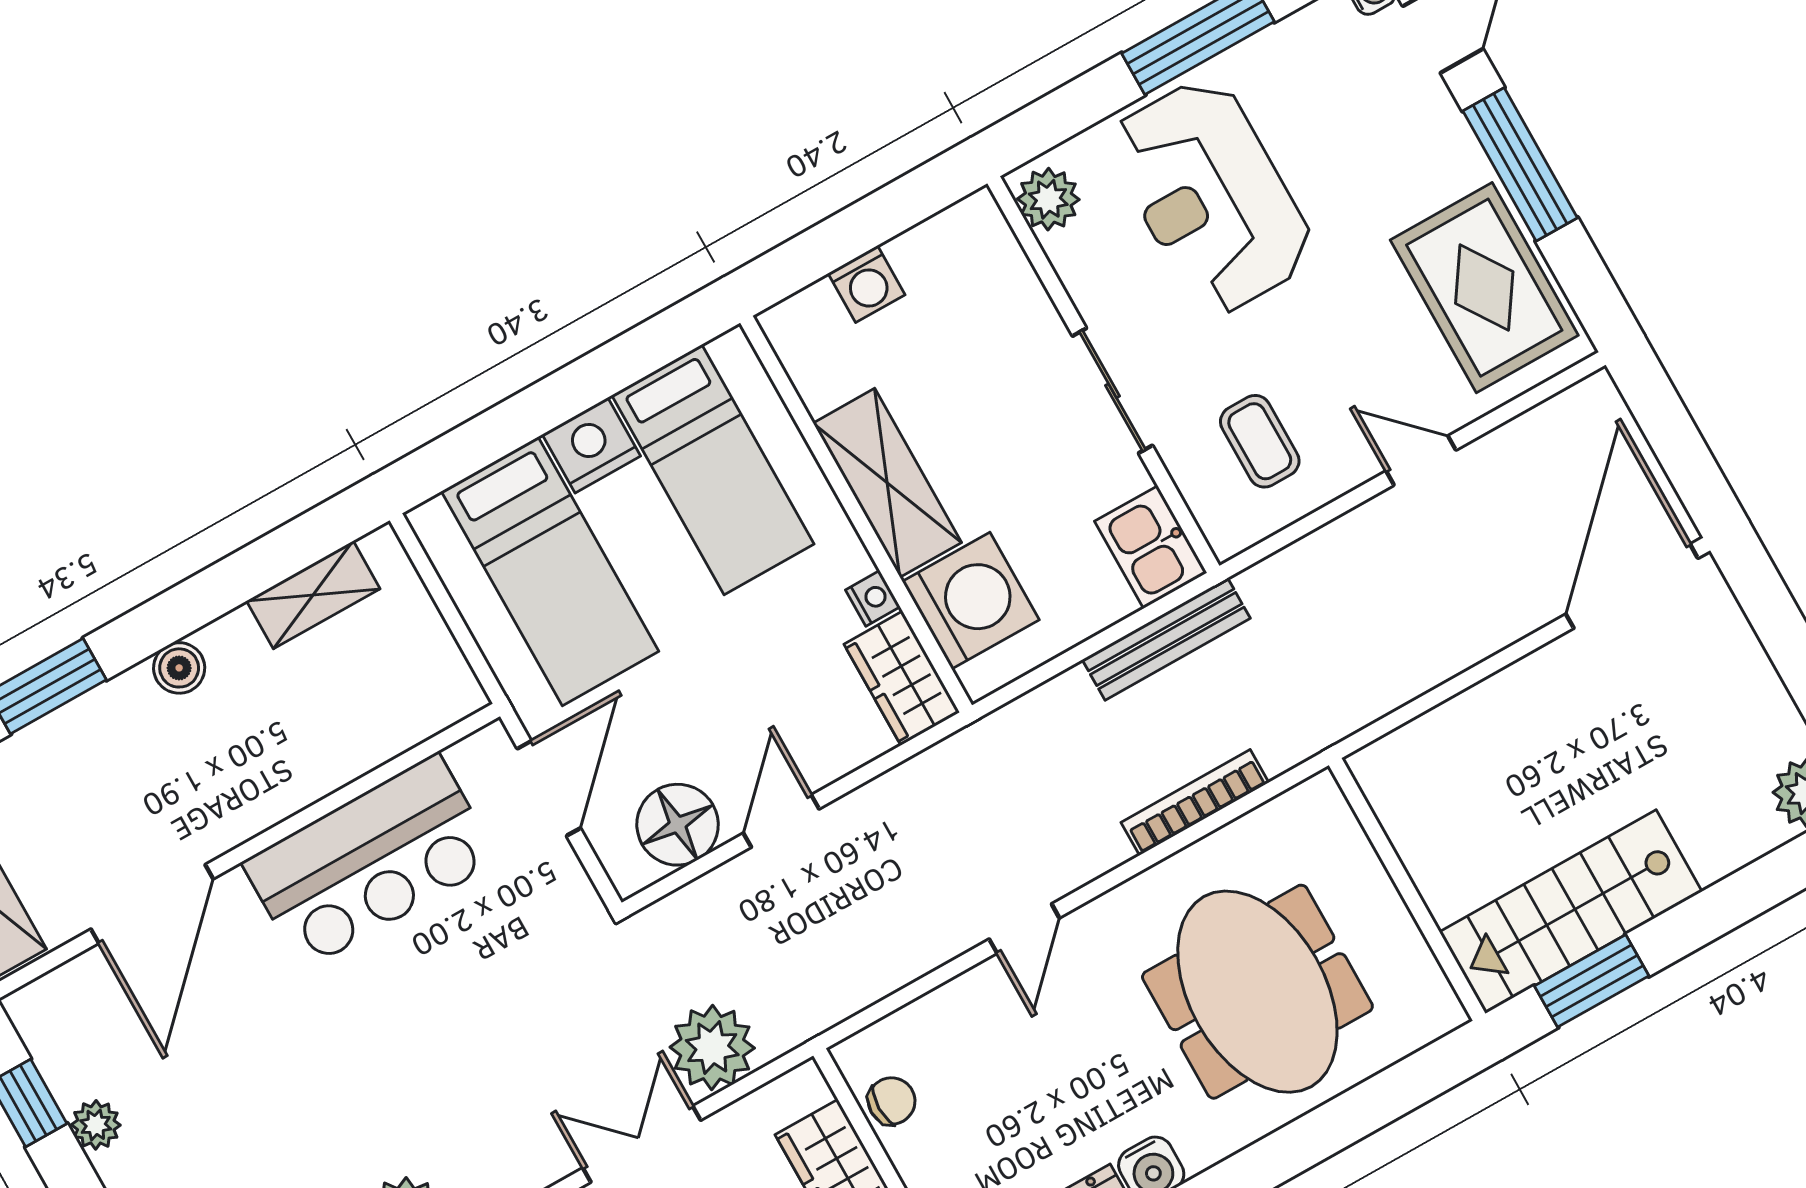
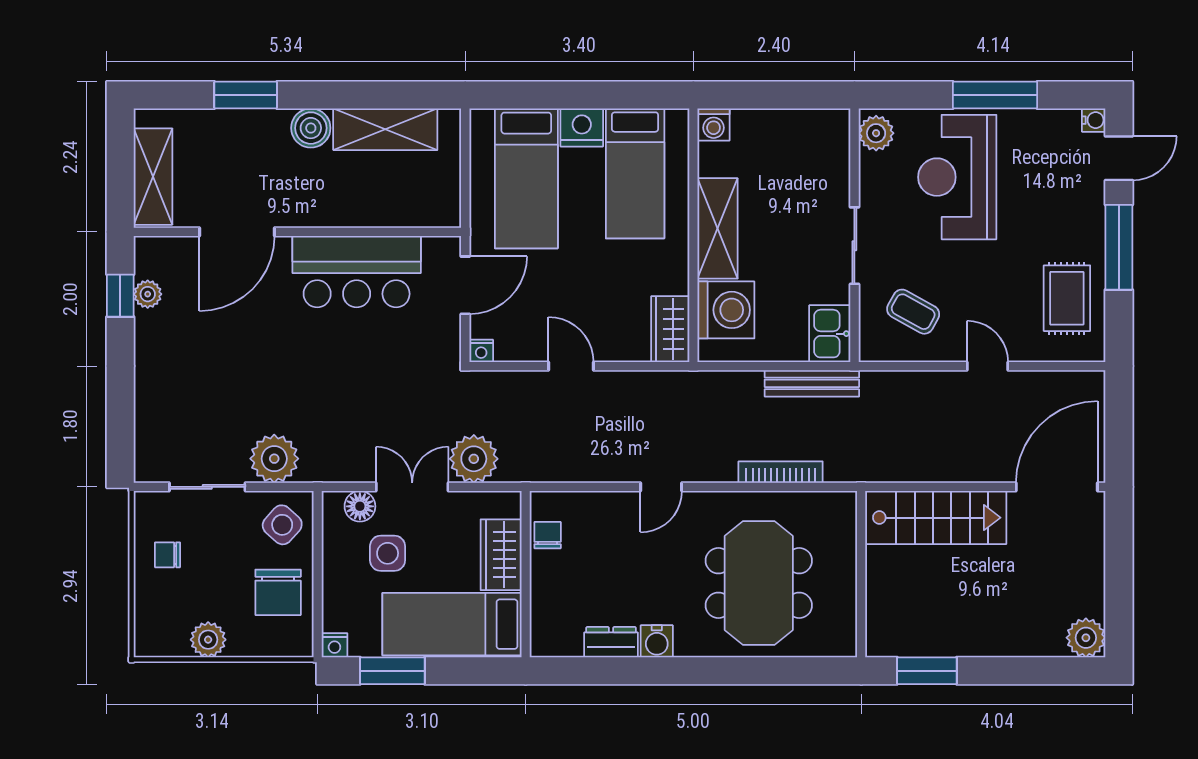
washing machine: (867, 284) -> (714, 124), moved
rug: (1484, 288) -> (1067, 298), width x0.73, depth x0.70
coffee table: (1260, 441) -> (913, 312), turned -61
shelving: (313, 595) -> (385, 129), width x1.50, depth x1.33
nightstand: (873, 598) -> (481, 351), moved, turned 90
boiler: (179, 668) -> (311, 128), width x1.36, depth x1.36
door: (781, 821) -> (571, 366), hinge flipped
floor lamp: (678, 825) -> (519, 339), removed
stairs: (1571, 912) -> (936, 518), moved, turned 180
chair: (892, 1101) -> (548, 535), turned -90
plant: (96, 1125) -> (148, 294), moved

